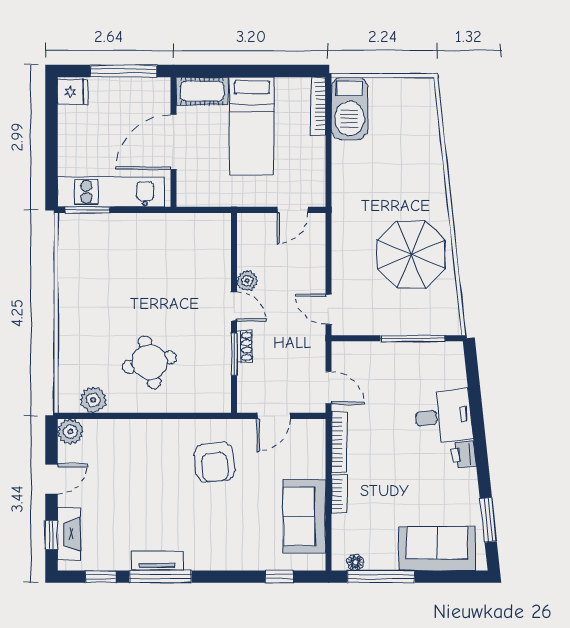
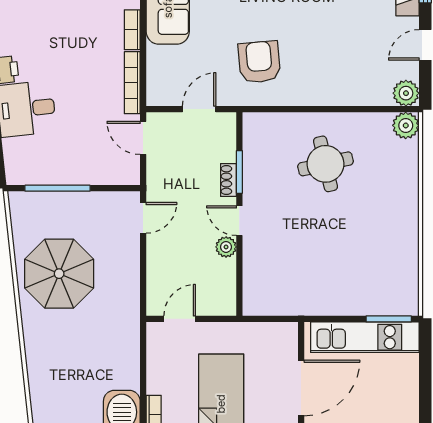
door: (329, 309) -> (143, 218), hinge flipped
plant: (93, 400) -> (406, 125), moved

